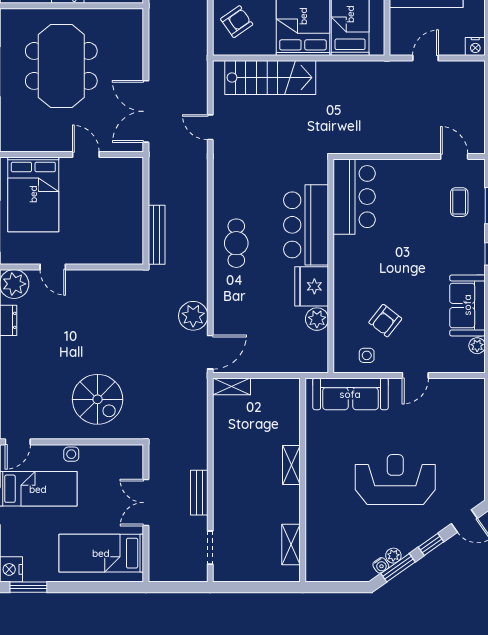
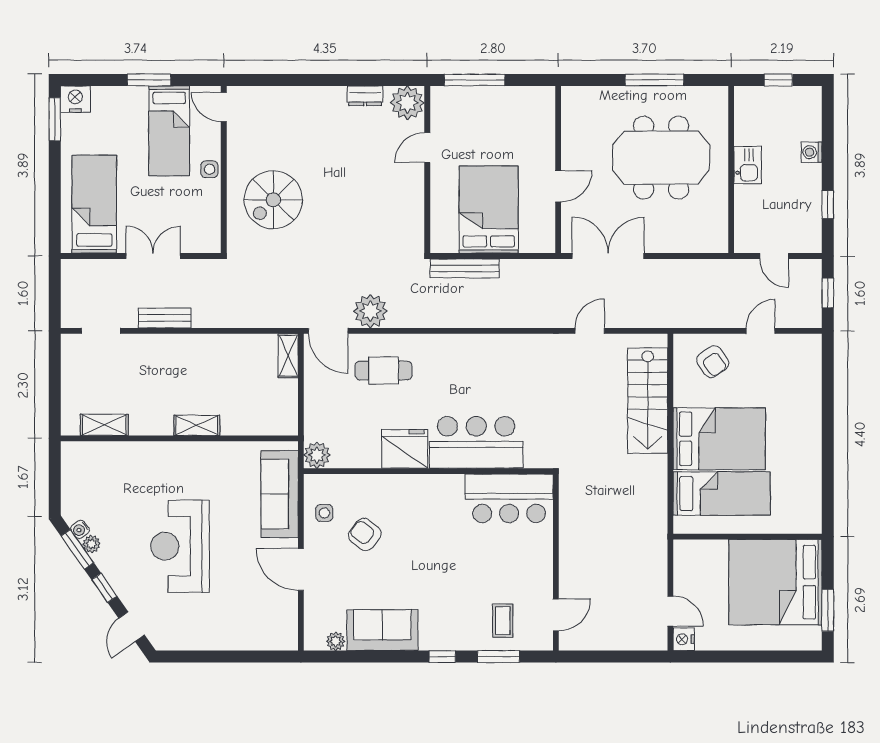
door: (425, 58) -> (670, 611), moved
bed: (33, 194) -> (489, 210), moved, turned 90
coffee table: (459, 202) -> (503, 621), turned 90
cafe table: (236, 243) -> (384, 370), moved
plant: (317, 319) -> (317, 455), moved
door: (415, 376) -> (301, 570), width x1.38
reception desk: (395, 479) -> (180, 546), turned 180

